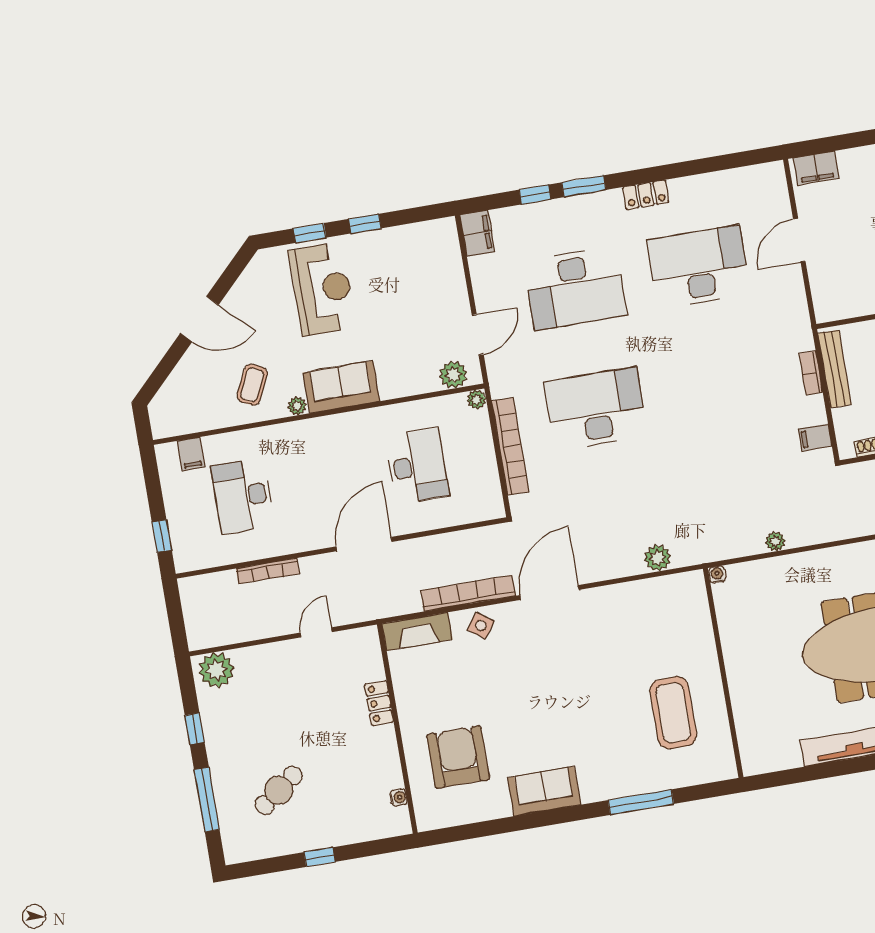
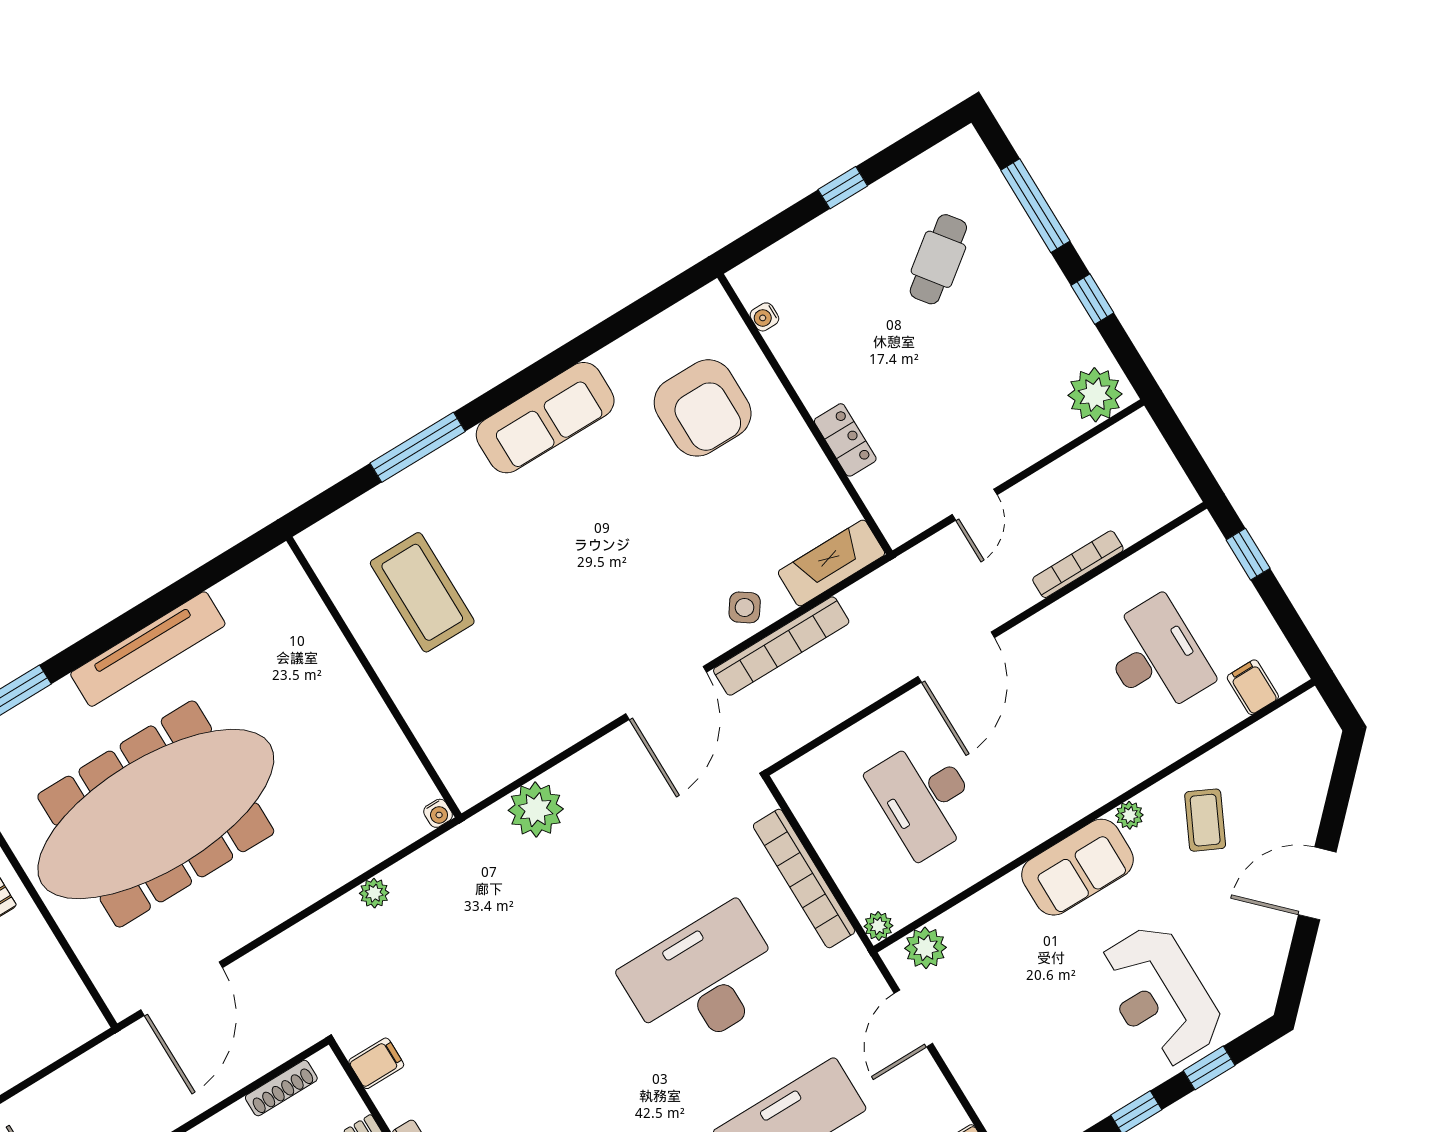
desk: (596, 409) -> (704, 980), turned 180
plant: (658, 558) -> (536, 810), width x1.36, depth x1.36
sofa: (544, 791) -> (545, 418), width x1.36

